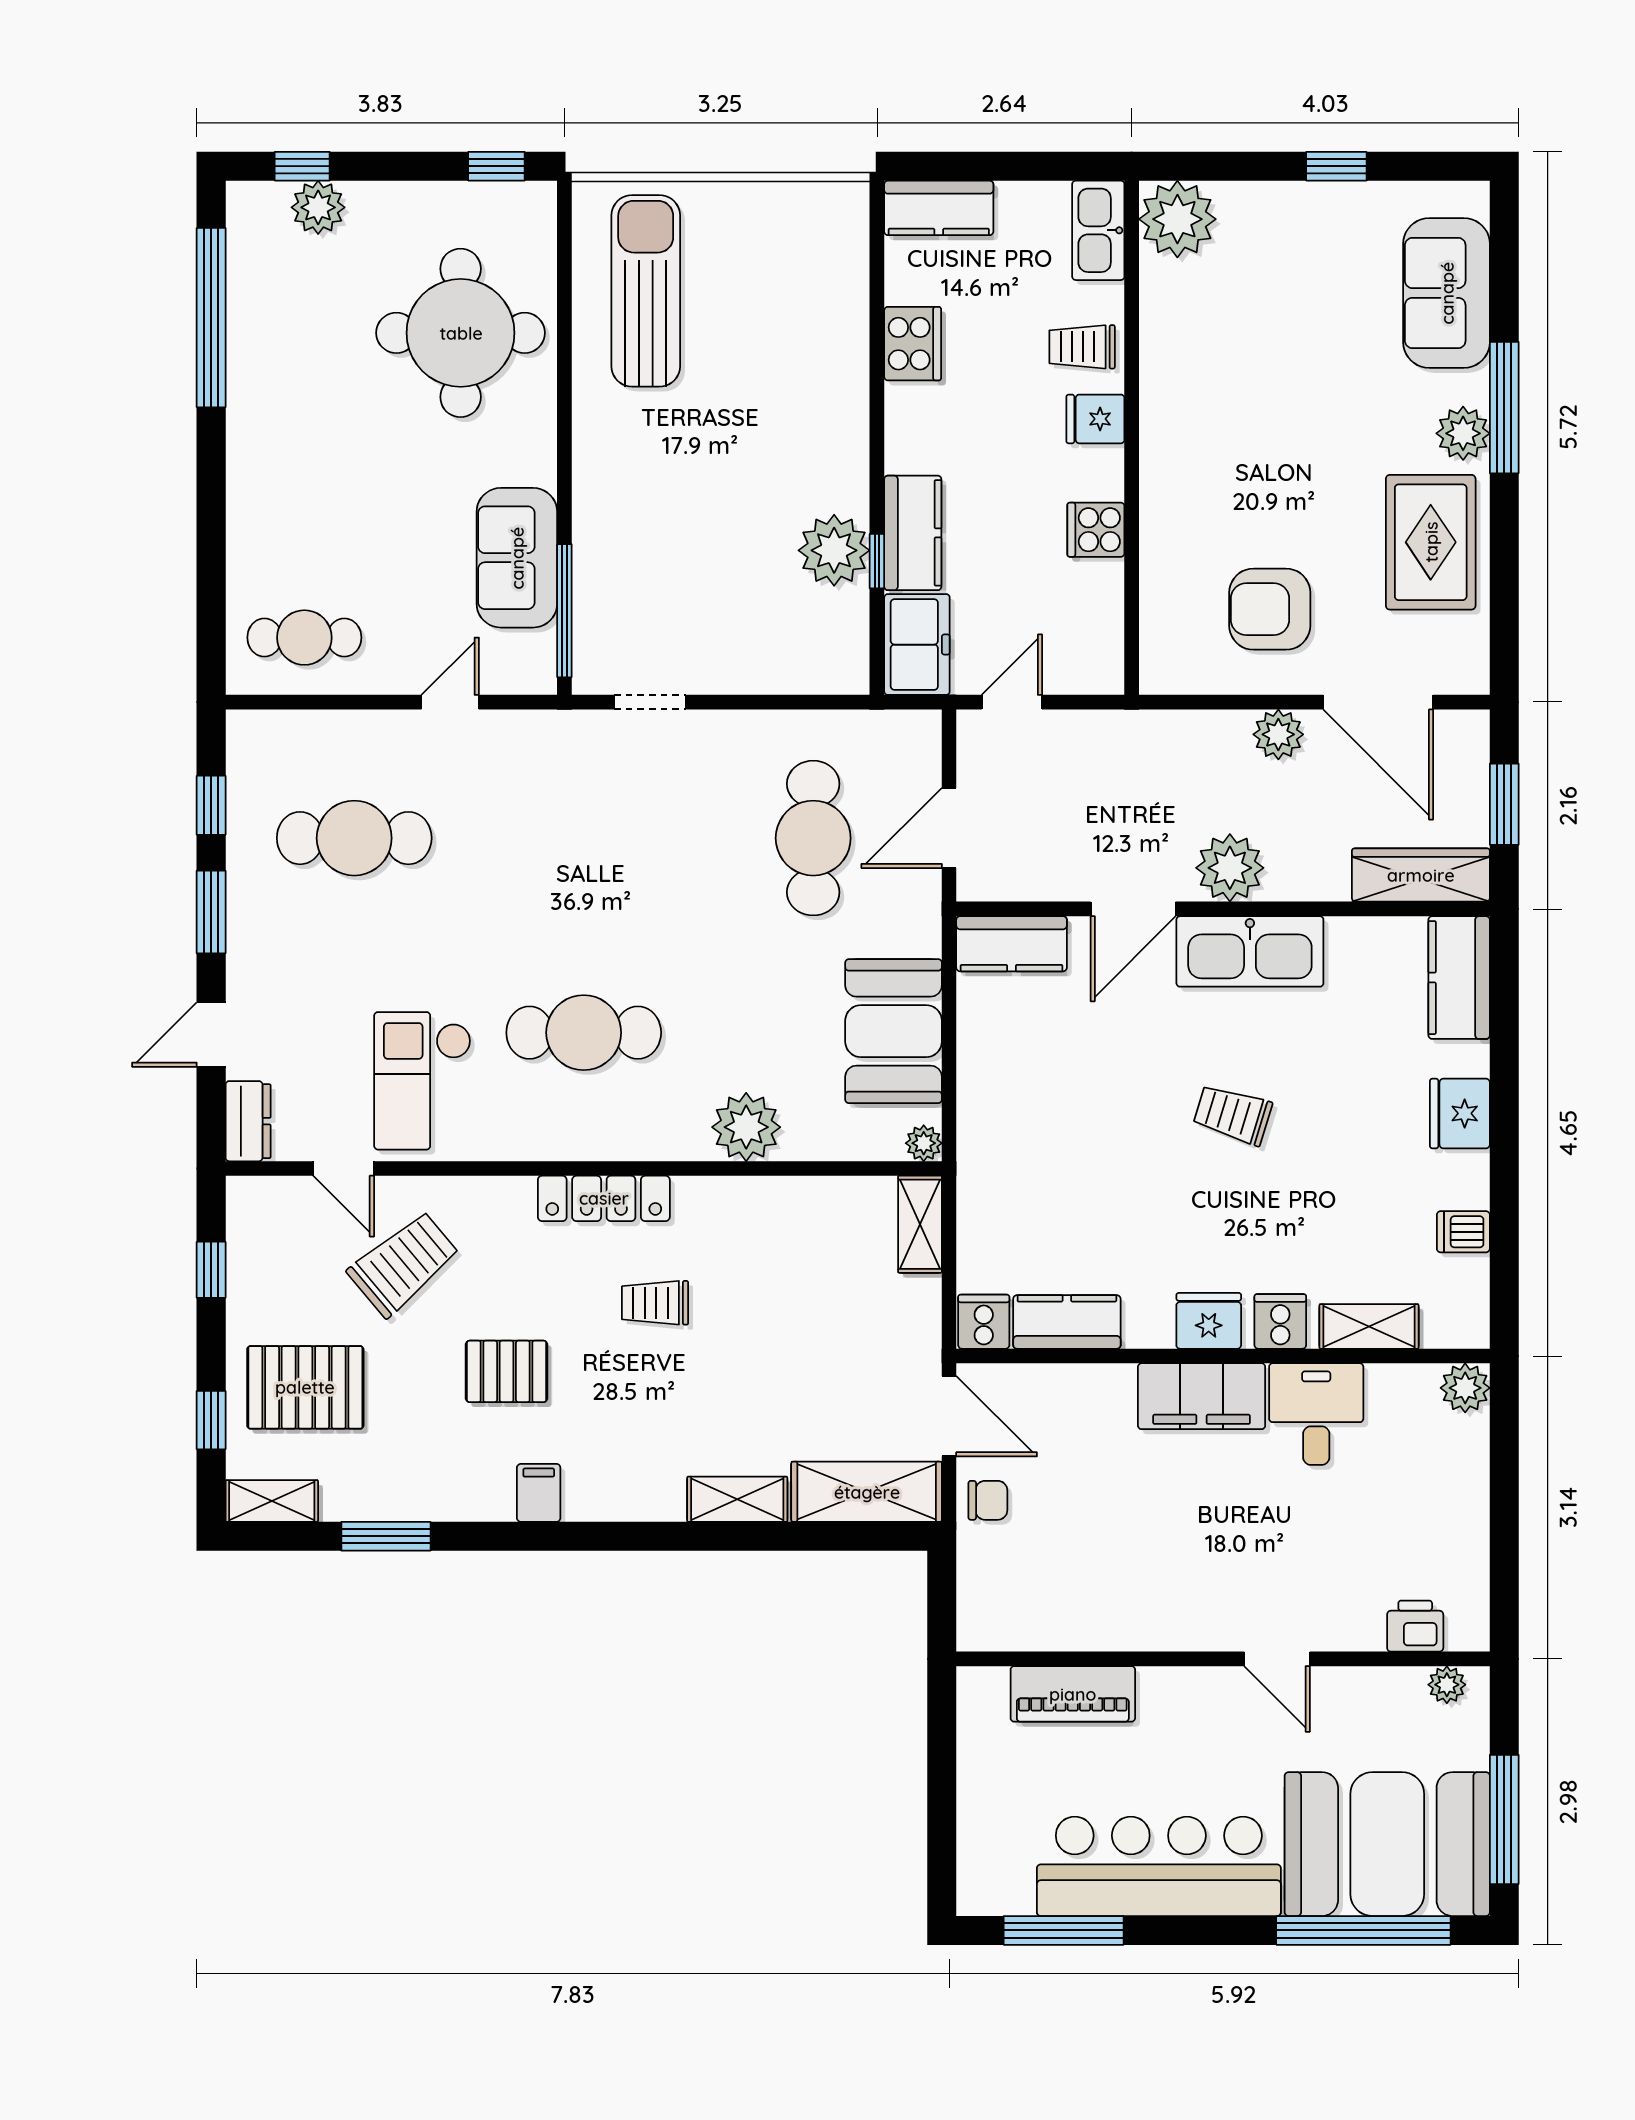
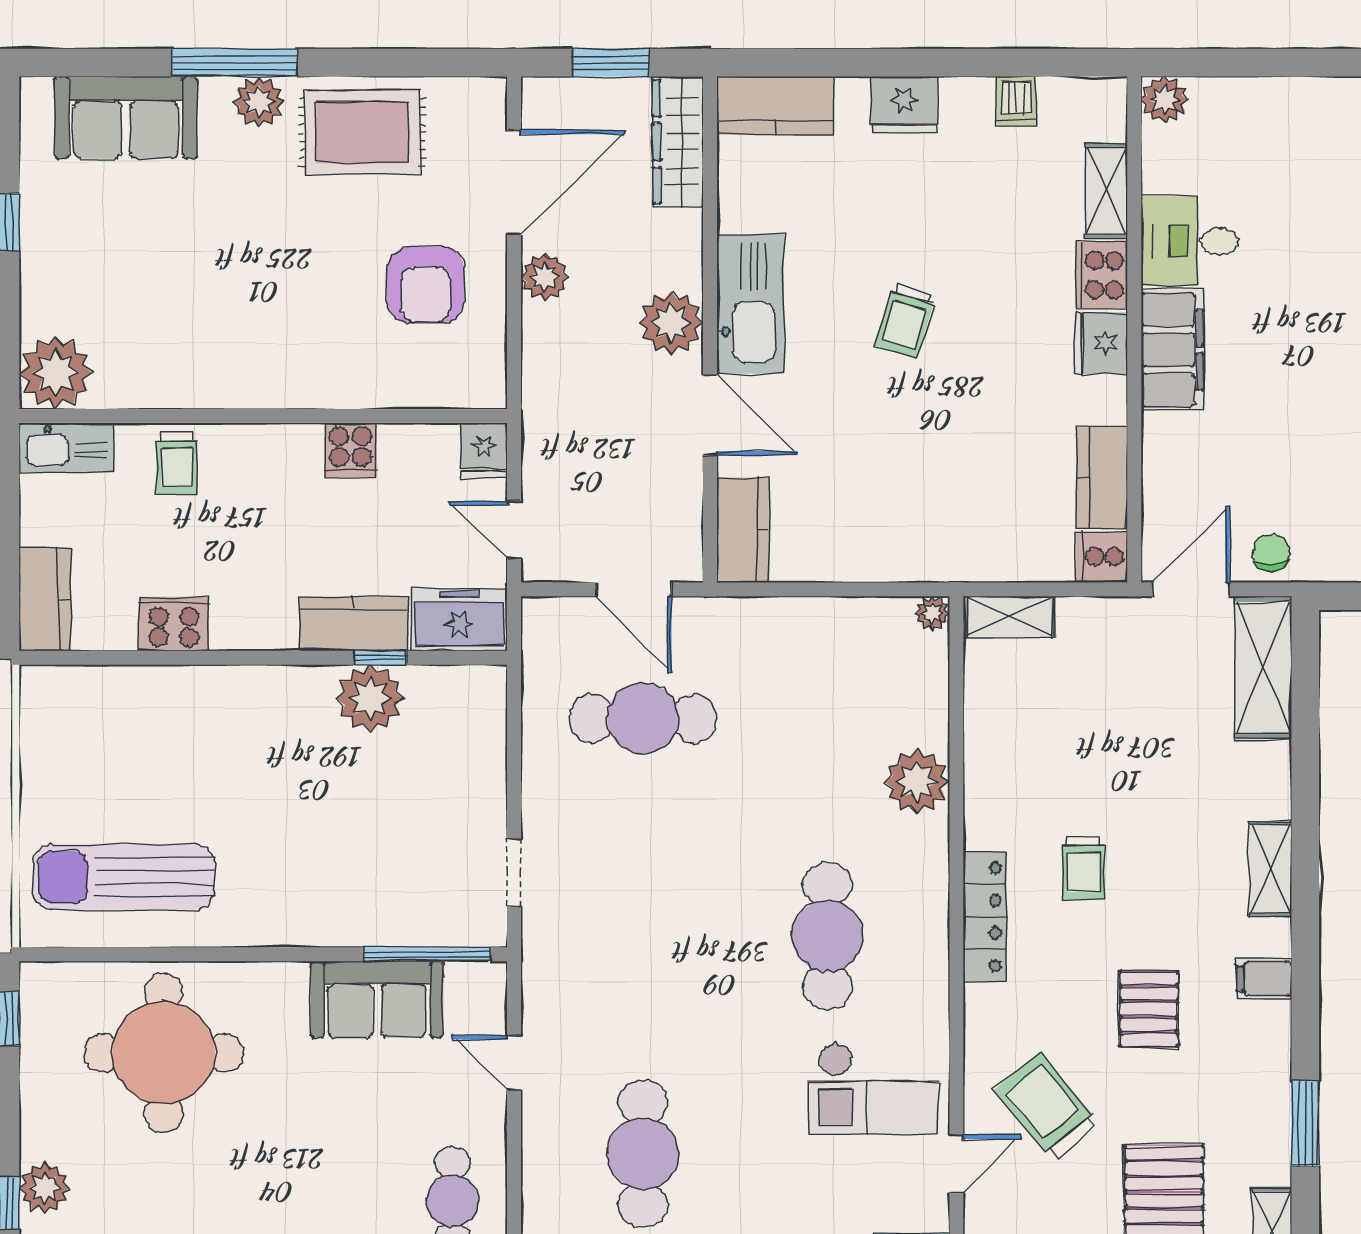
fridge: (1095, 419) -> (484, 451), moved
booth: (894, 1031) -> (826, 642), removed
cooker: (1280, 1321) -> (1101, 275), width x1.36
shelving: (737, 1499) -> (1270, 869), moved

